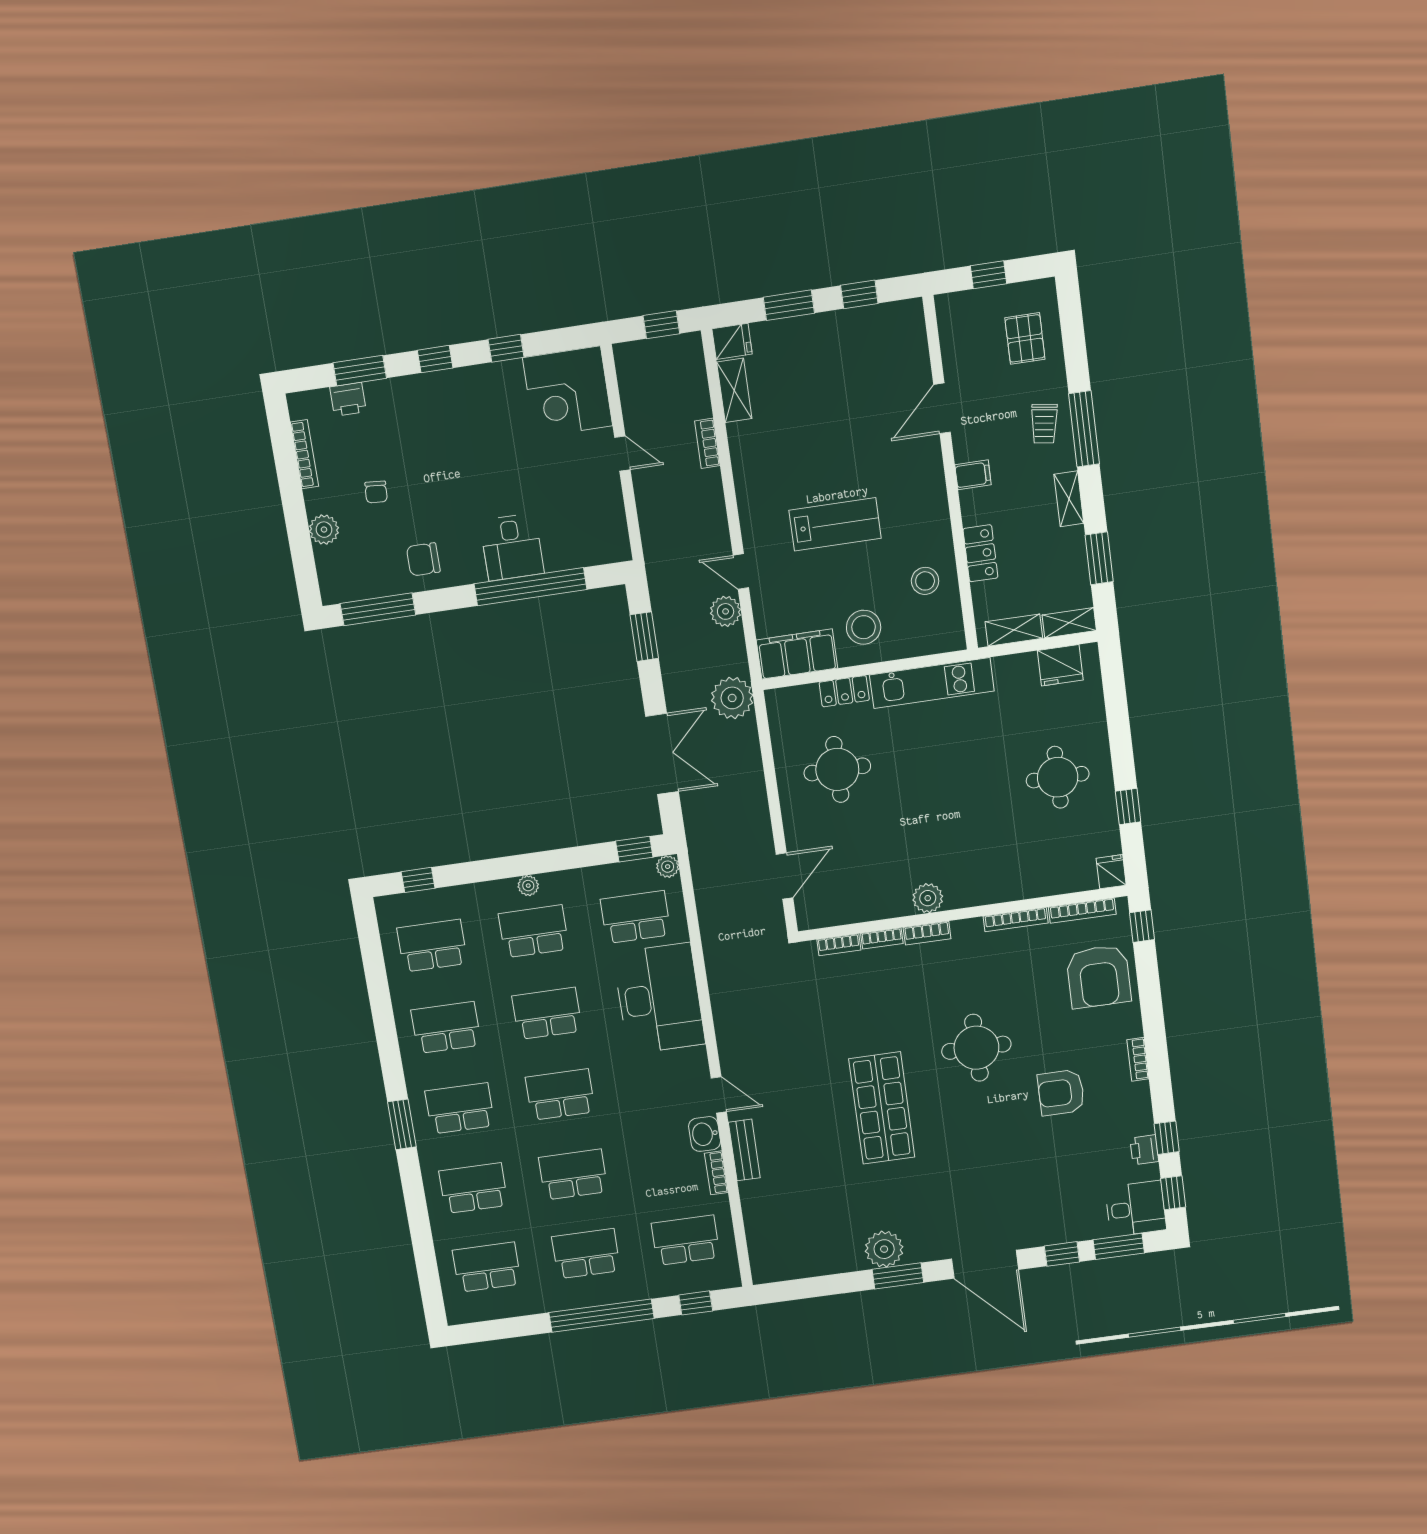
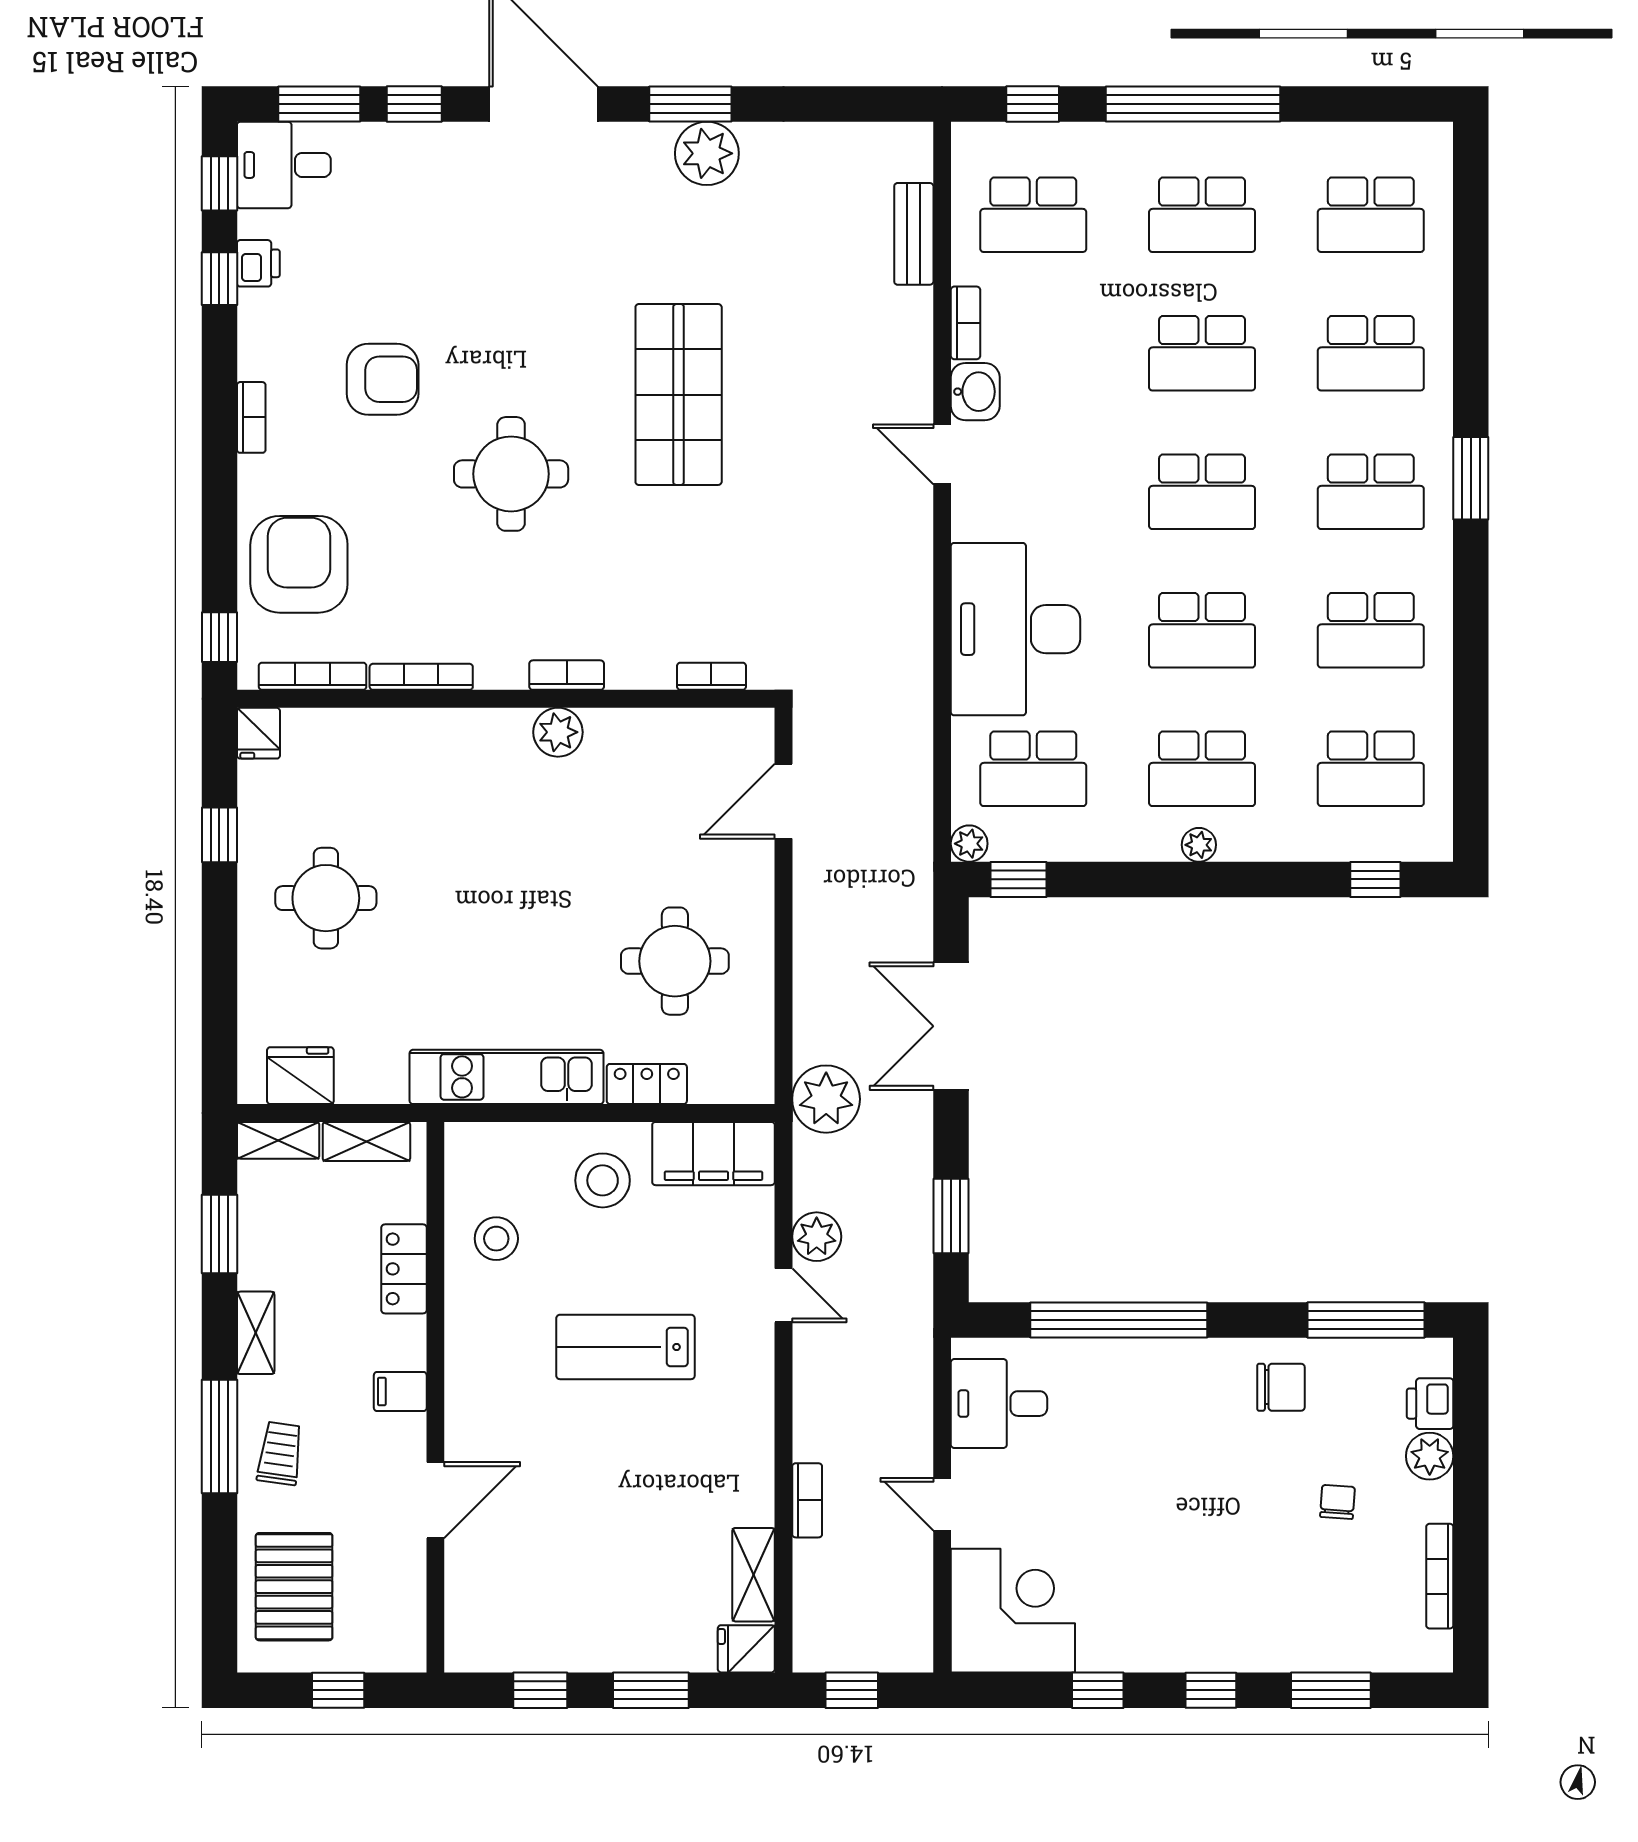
pallet: (1025, 338) -> (294, 1587), width x1.50, depth x1.42
printer: (348, 399) -> (1430, 1404), moved, turned -90
desk: (512, 547) -> (999, 1404), moved, turned -90
bookcase: (882, 938) -> (641, 677), removed
bench: (744, 1150) -> (914, 234), moved

